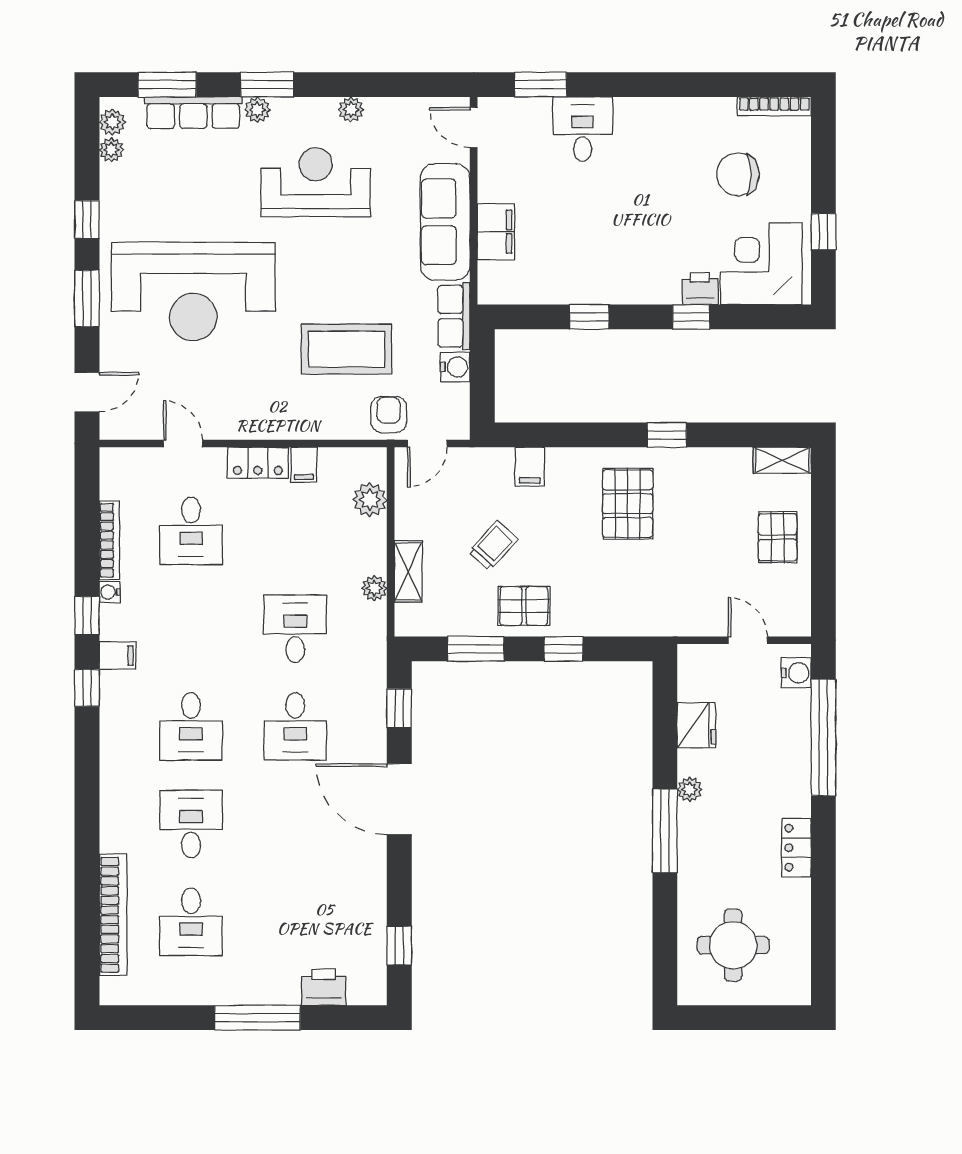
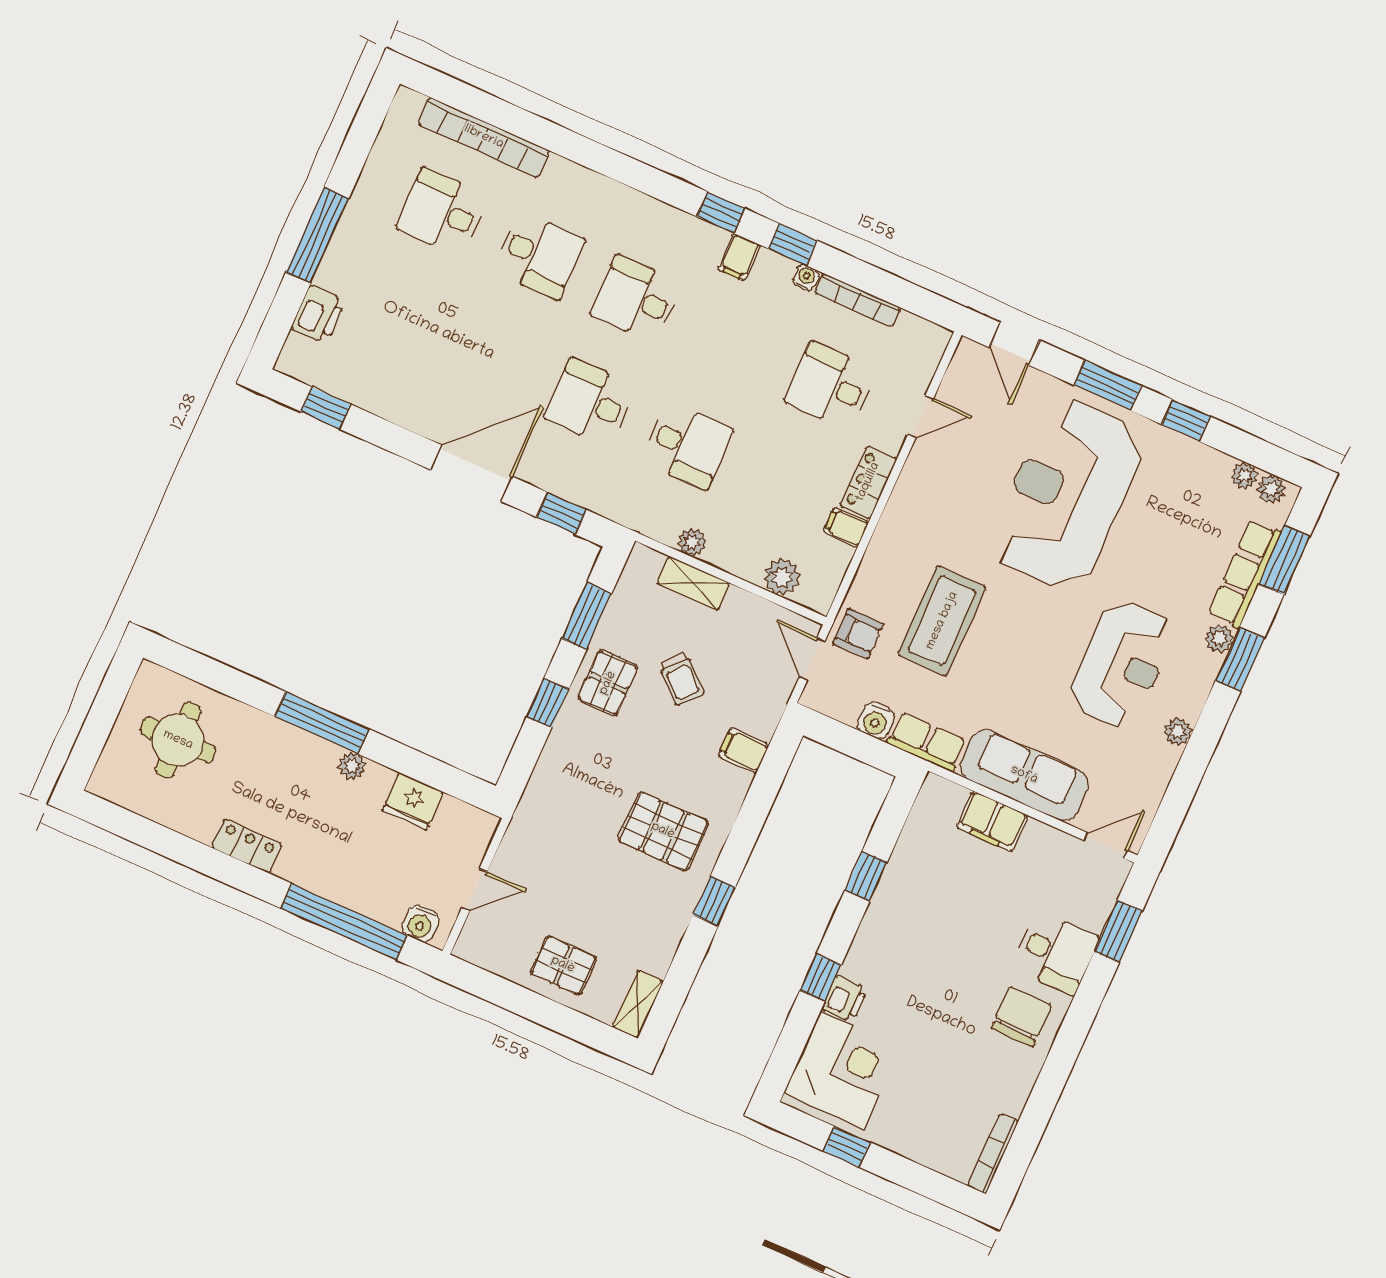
chair: (738, 174) -> (1021, 1017), moved

